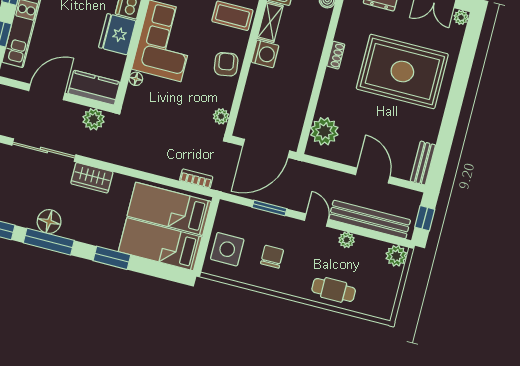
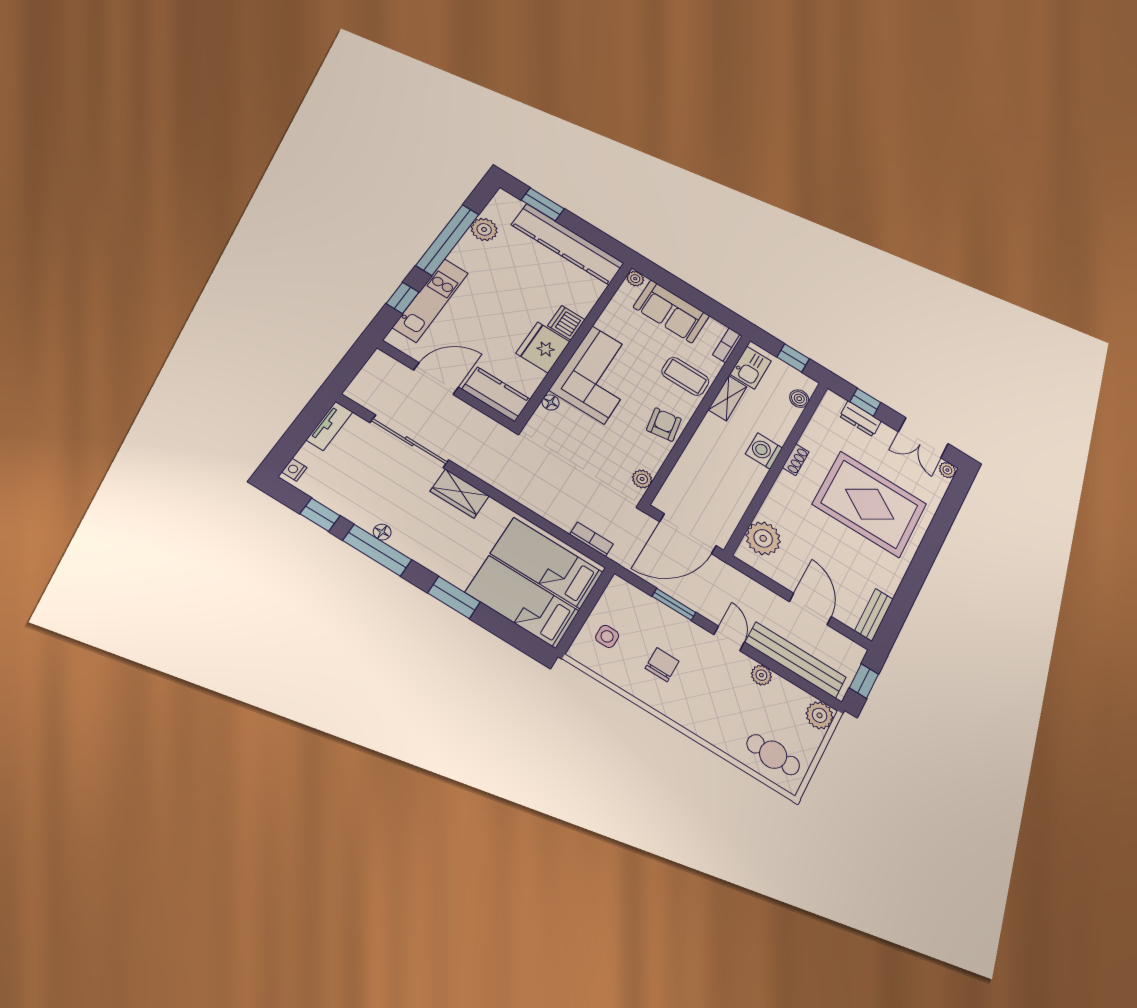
washing machine: (265, 54) -> (764, 451), moved, turned 180
plant: (94, 119) -> (484, 428), removed
floor lamp: (49, 222) -> (382, 532), width x0.53, depth x0.53
side table: (227, 249) -> (607, 636), width x0.54, depth x0.54
cafe table: (334, 290) -> (773, 755), moved

